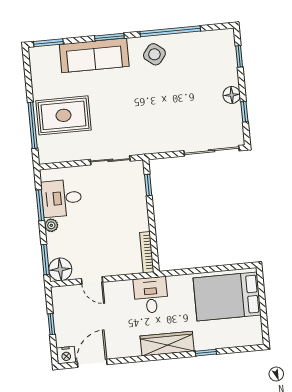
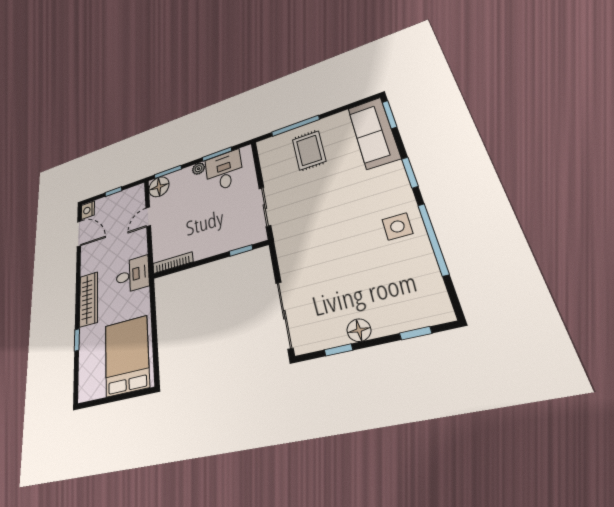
side table: (154, 54) -> (397, 226), turned -38
sofa: (94, 55) -> (374, 133), moved
rug: (63, 115) -> (309, 150), width x0.73, depth x0.70

